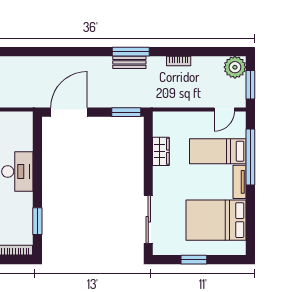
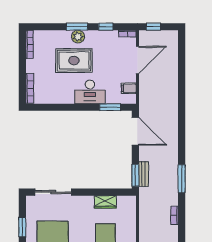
bench: (129, 62) -> (144, 174), moved
filing cabinet: (13, 121) -> (129, 88), added
window: (37, 221) -> (110, 107), moved

